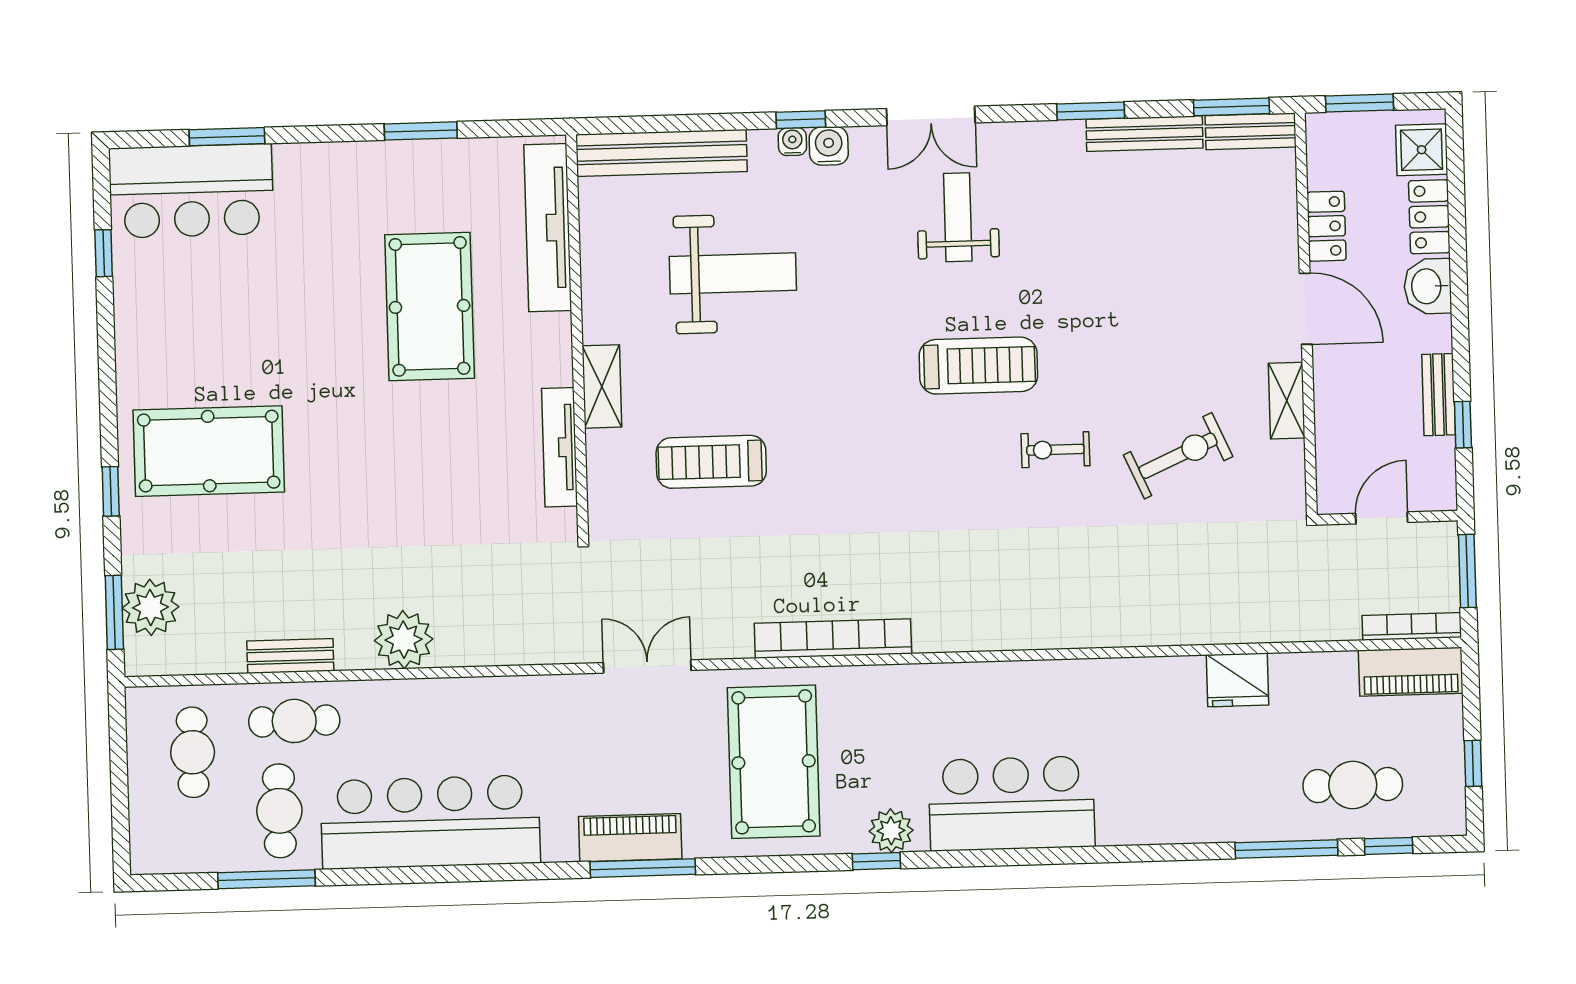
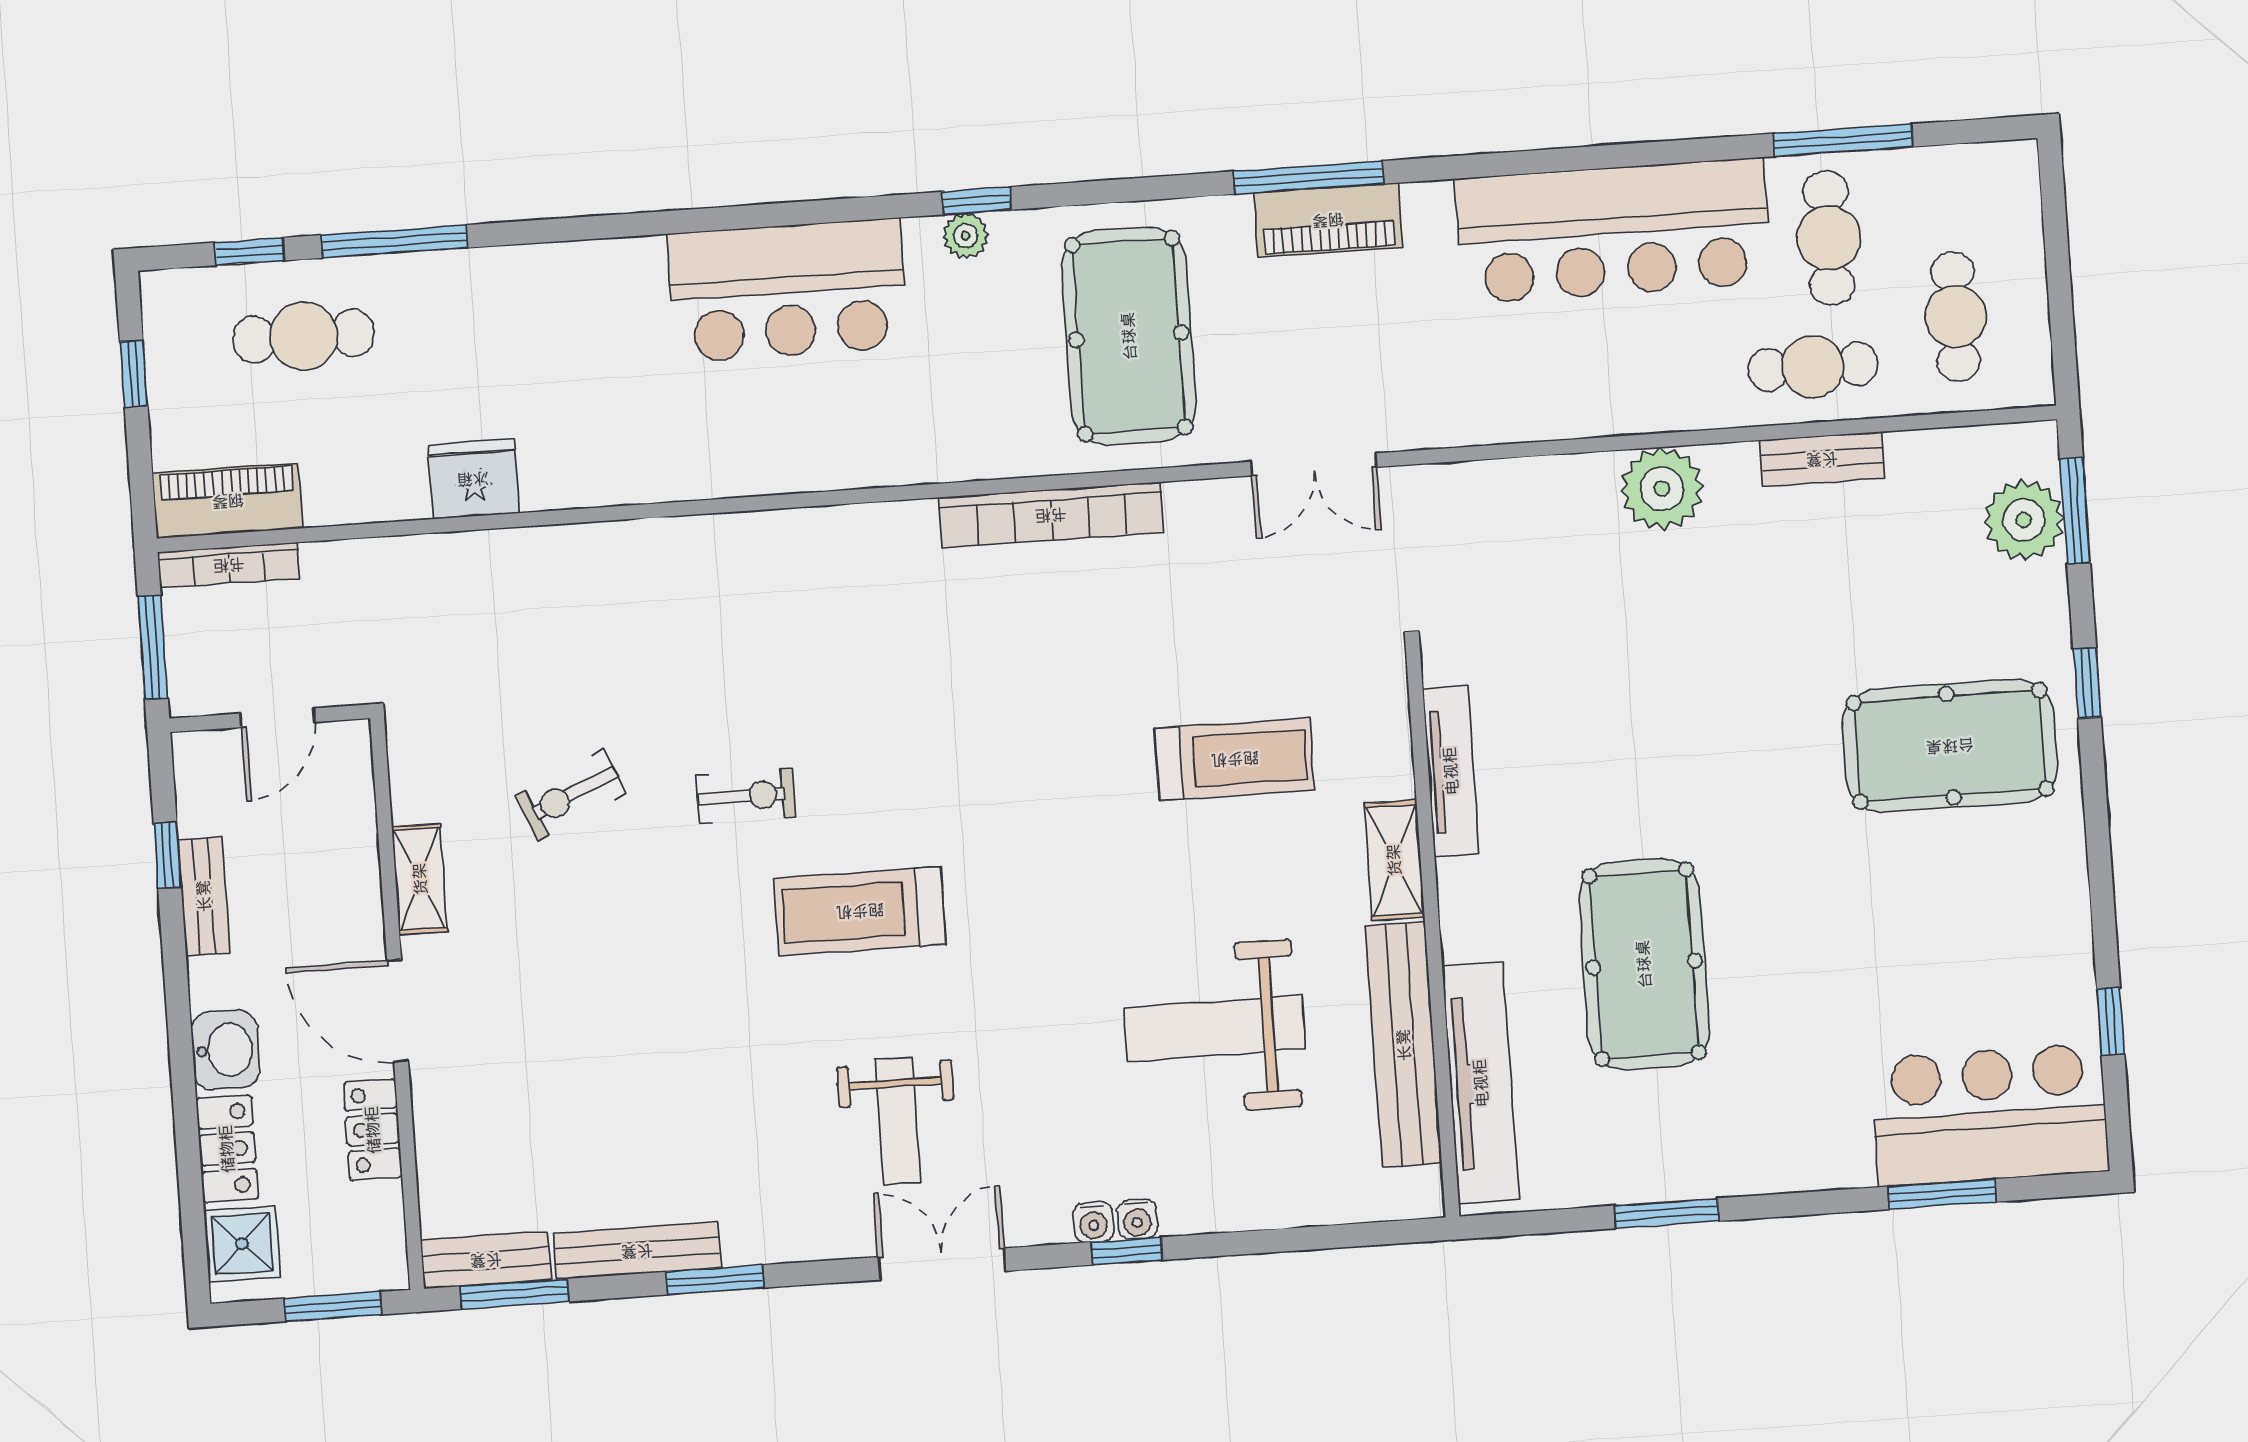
water cooler: (829, 146) -> (1094, 1222), width x0.72, depth x0.72
bench: (662, 153) -> (1404, 1045), moved, turned 90
exercise bike: (1178, 456) -> (571, 795), width x0.73, depth x0.72
plant: (891, 831) -> (966, 236), width x0.73, depth x0.73

